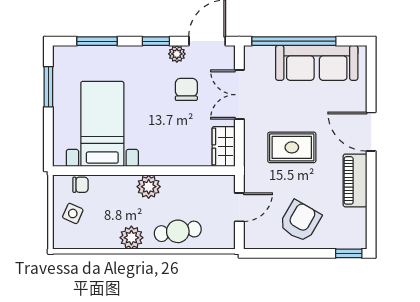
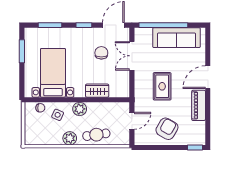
plant: (177, 54) -> (96, 32), removed
door: (371, 132) -> (208, 77), hinge flipped
wardrobe: (224, 146) -> (97, 91), moved, turned 90
rug: (292, 147) -> (162, 86), turned 90
side table: (73, 213) -> (58, 115), moved

